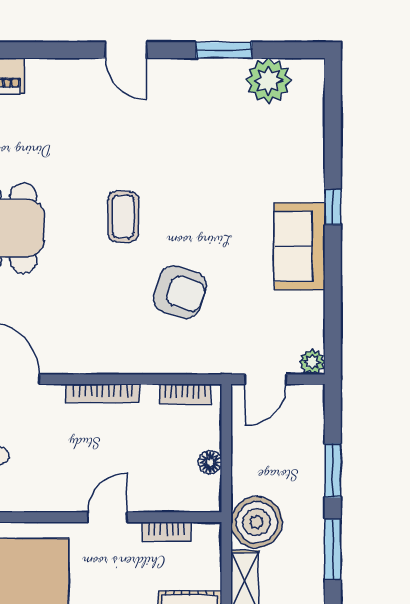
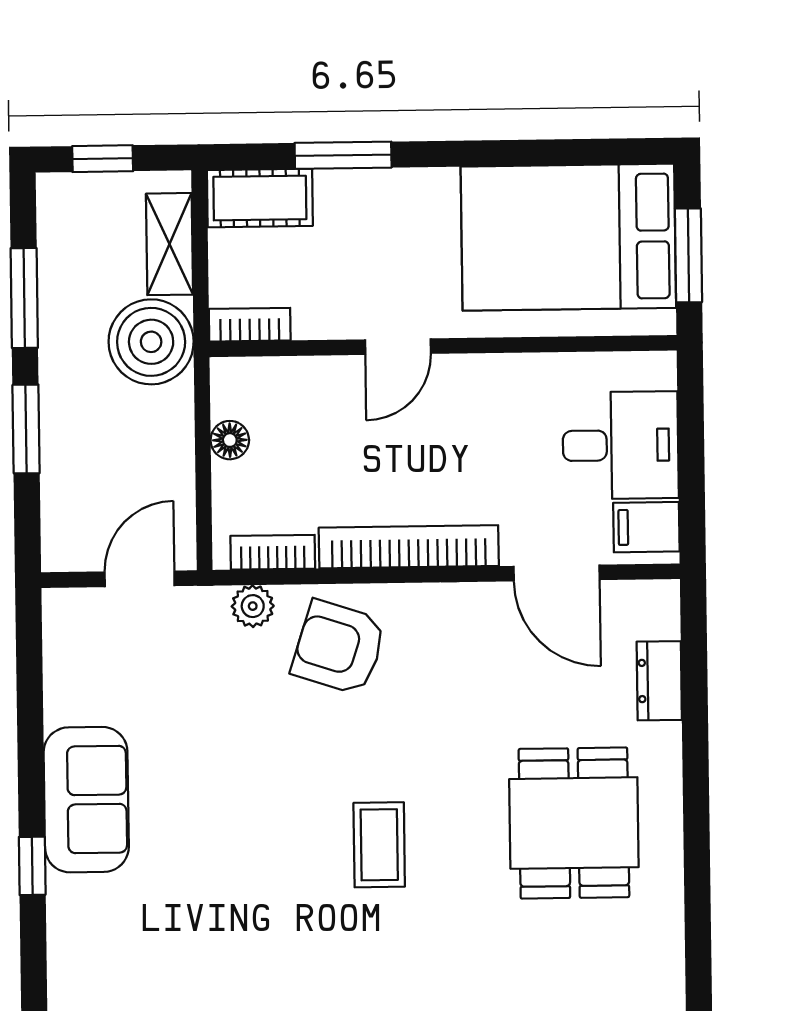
armchair: (180, 292) -> (339, 647), moved
plant: (312, 362) -> (253, 606), moved
bookcase: (103, 393) -> (409, 547), width x1.48, depth x1.31
bookcase: (166, 532) -> (250, 325), moved

